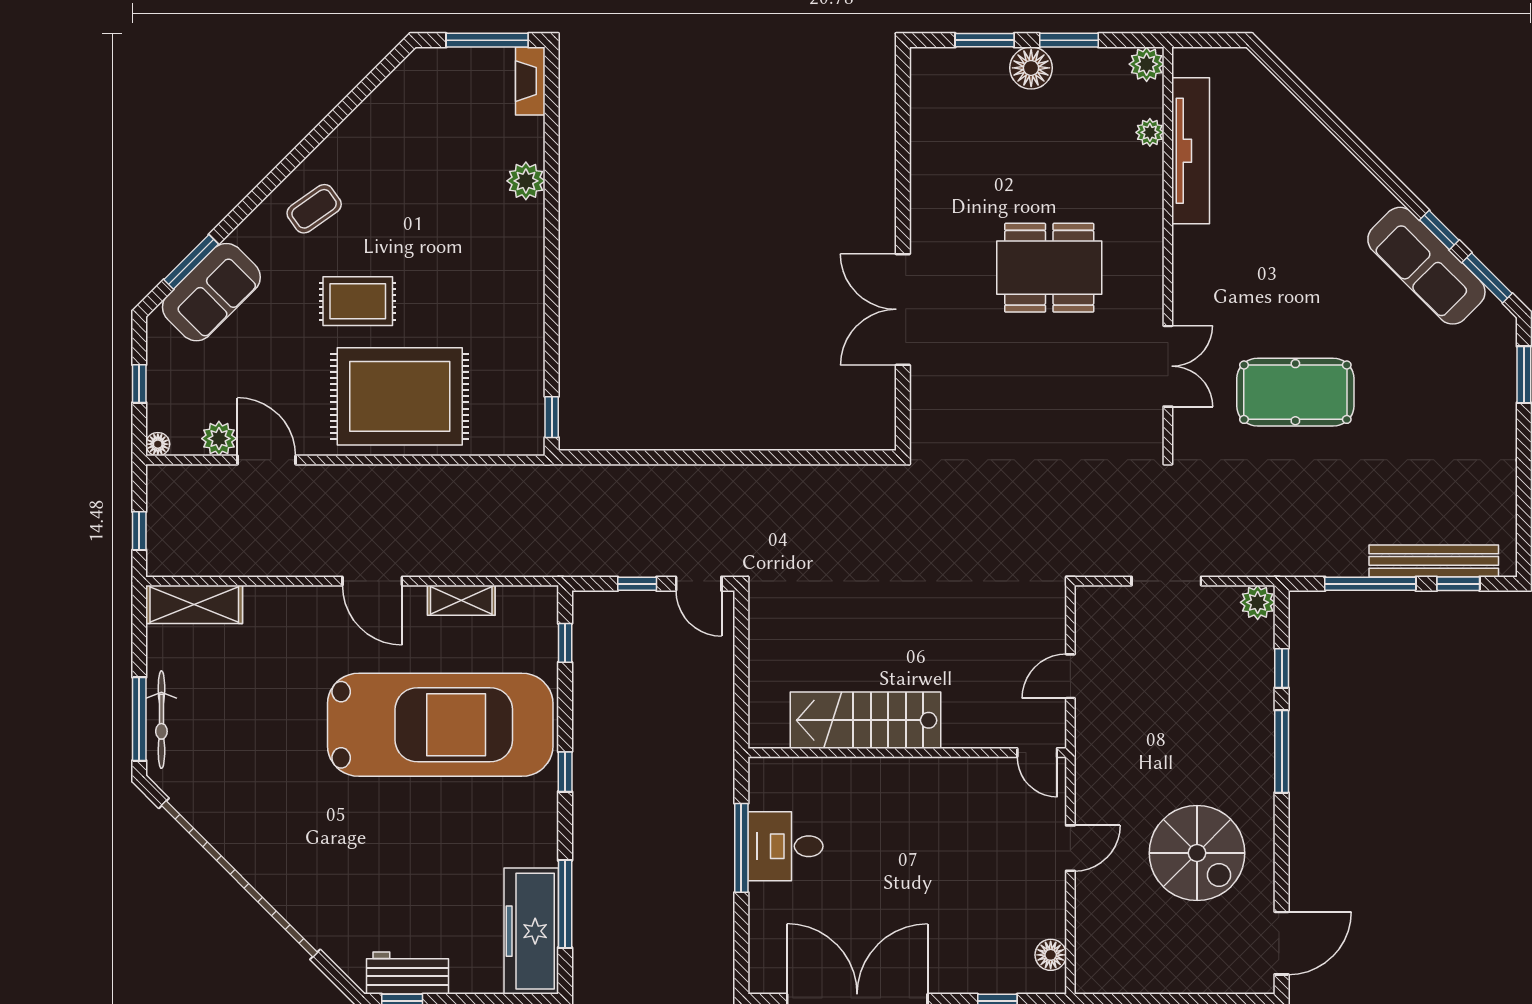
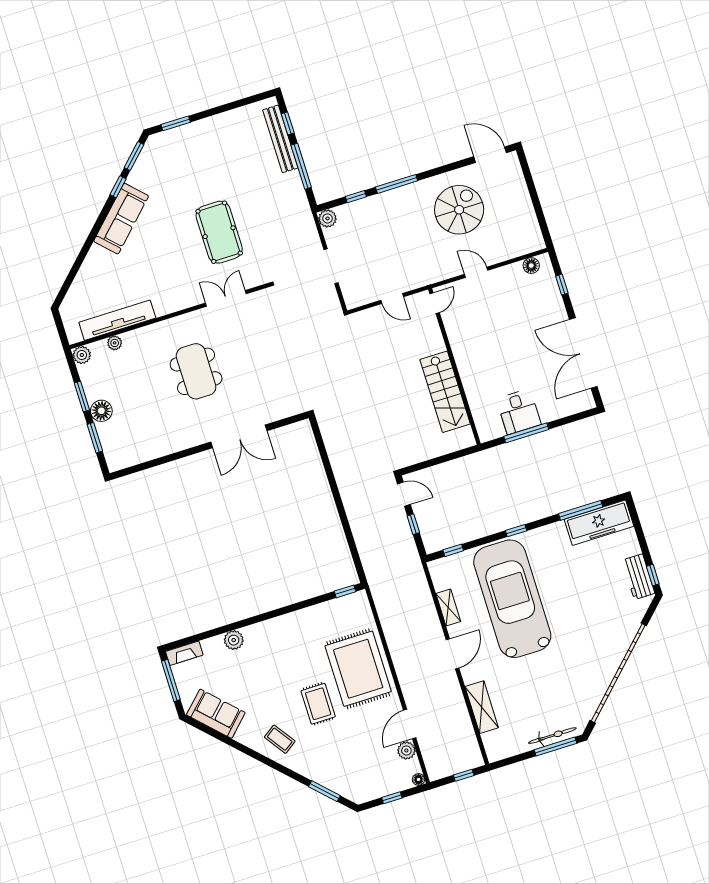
sofa: (1426, 266) -> (121, 219), moved
sofa: (211, 292) -> (216, 714), moved
door: (699, 584) -> (404, 494), hinge flipped
shelving: (194, 604) -> (482, 707), moved

